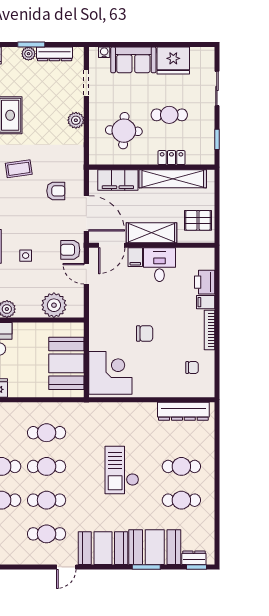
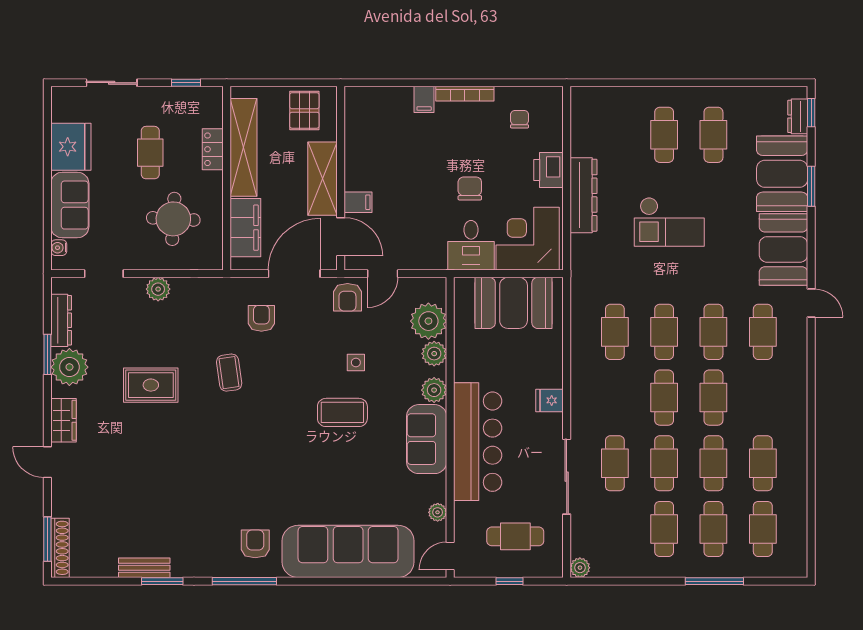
plant: (28, 54) -> (69, 367), width x1.88, depth x1.88
desk: (159, 265) -> (471, 245), moved, turned -90
printer: (205, 282) -> (548, 170), moved, turned 90
plant: (32, 309) -> (434, 354), added
dresser: (183, 411) -> (583, 195), moved

